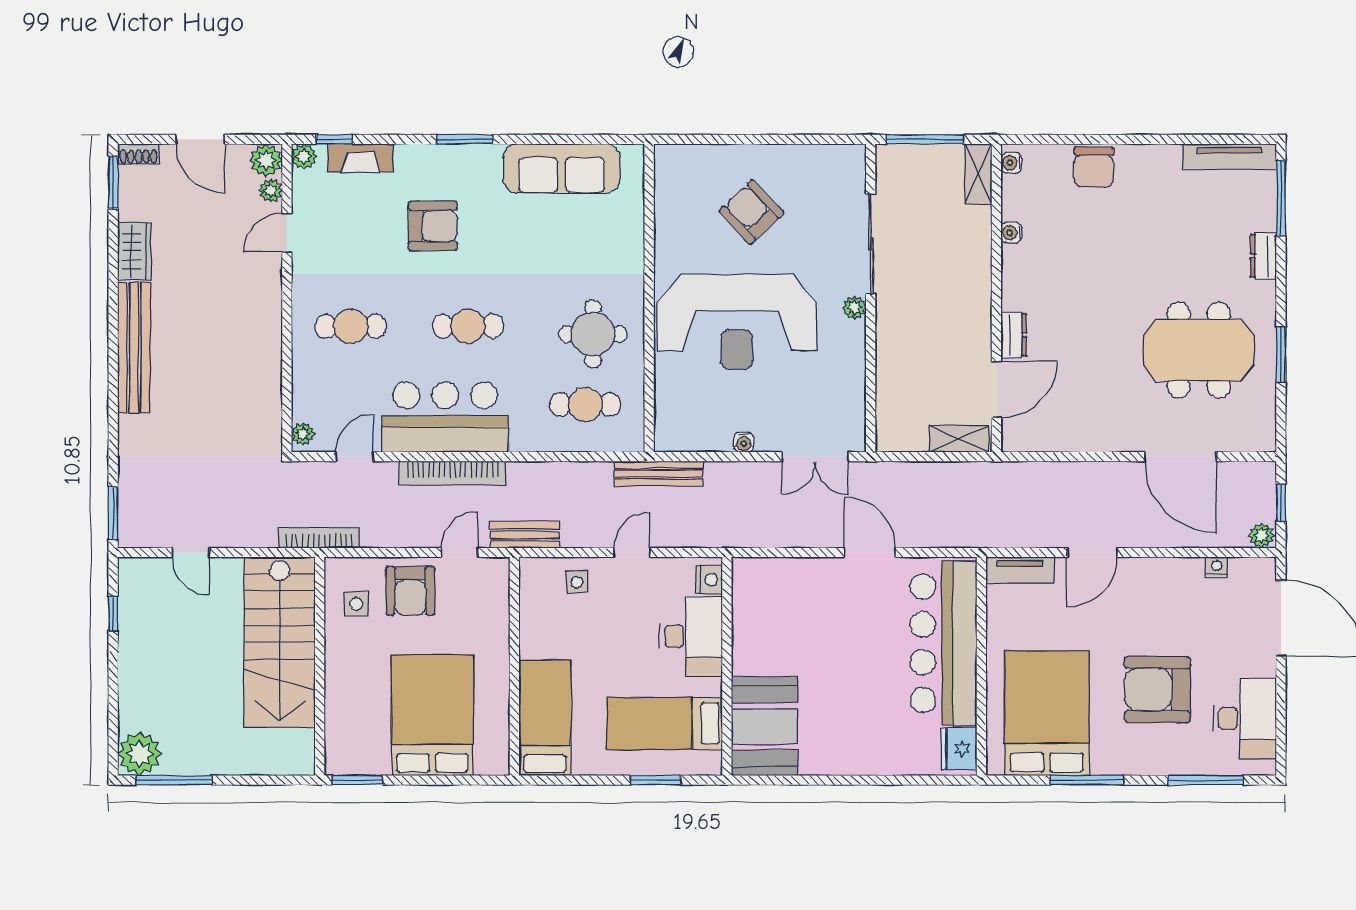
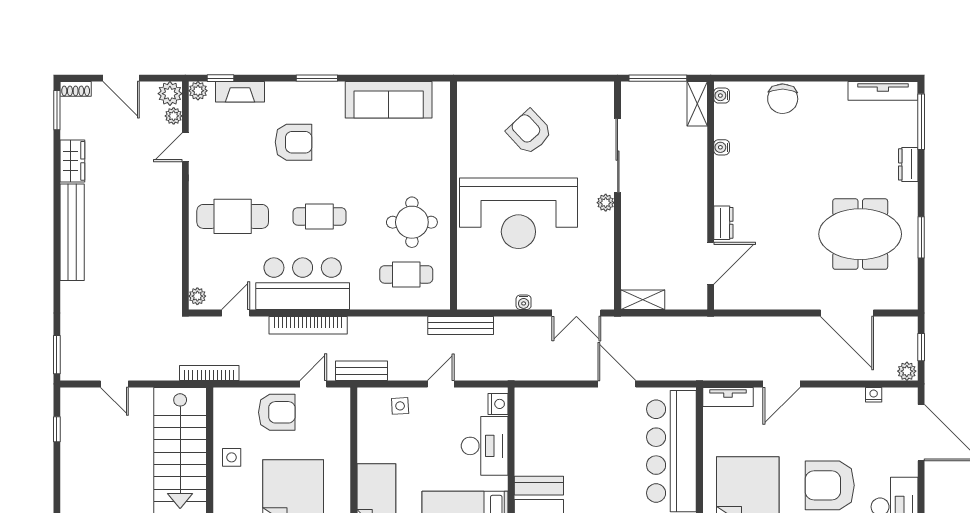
cafe table: (351, 326) -> (233, 216), width x1.37, depth x1.35
shelving: (959, 439) -> (643, 300), moved
armchair: (410, 591) -> (277, 412), turned -90
side table: (356, 604) -> (232, 457), moved

